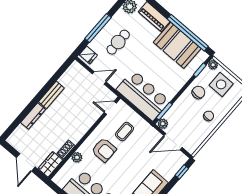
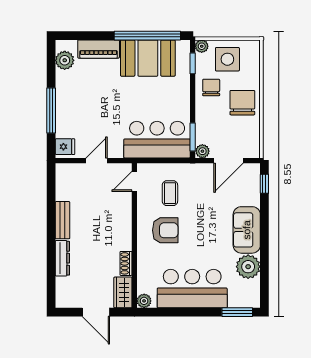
cafe table: (118, 42) -> (84, 107), removed
chair: (209, 116) -> (242, 103), width x1.87, depth x1.87
plant: (77, 157) -> (144, 301), moved

